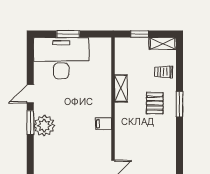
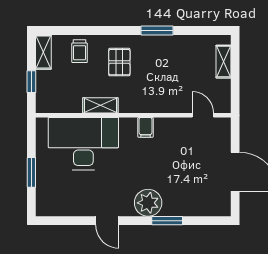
desk: (61, 58) -> (83, 144), moved, turned 90
pallet: (155, 103) -> (119, 62), turned 90
window: (180, 104) -> (157, 31), moved
window: (30, 123) -> (167, 221), moved

